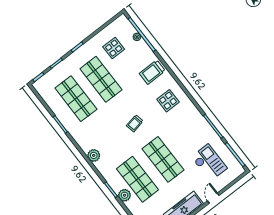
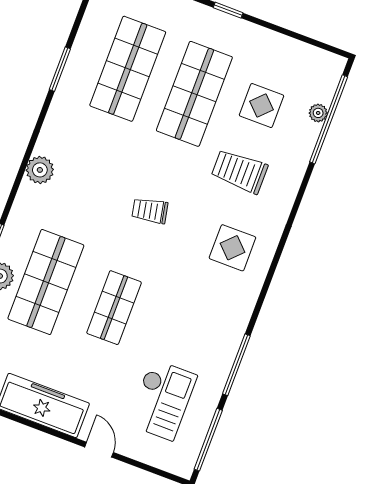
display table: (114, 48) -> (262, 106), moved
trolley: (152, 72) -> (239, 171), moved
shop shelf: (163, 159) -> (114, 308), width x0.70, depth x0.74
door: (213, 198) -> (99, 450), hinge flipped

